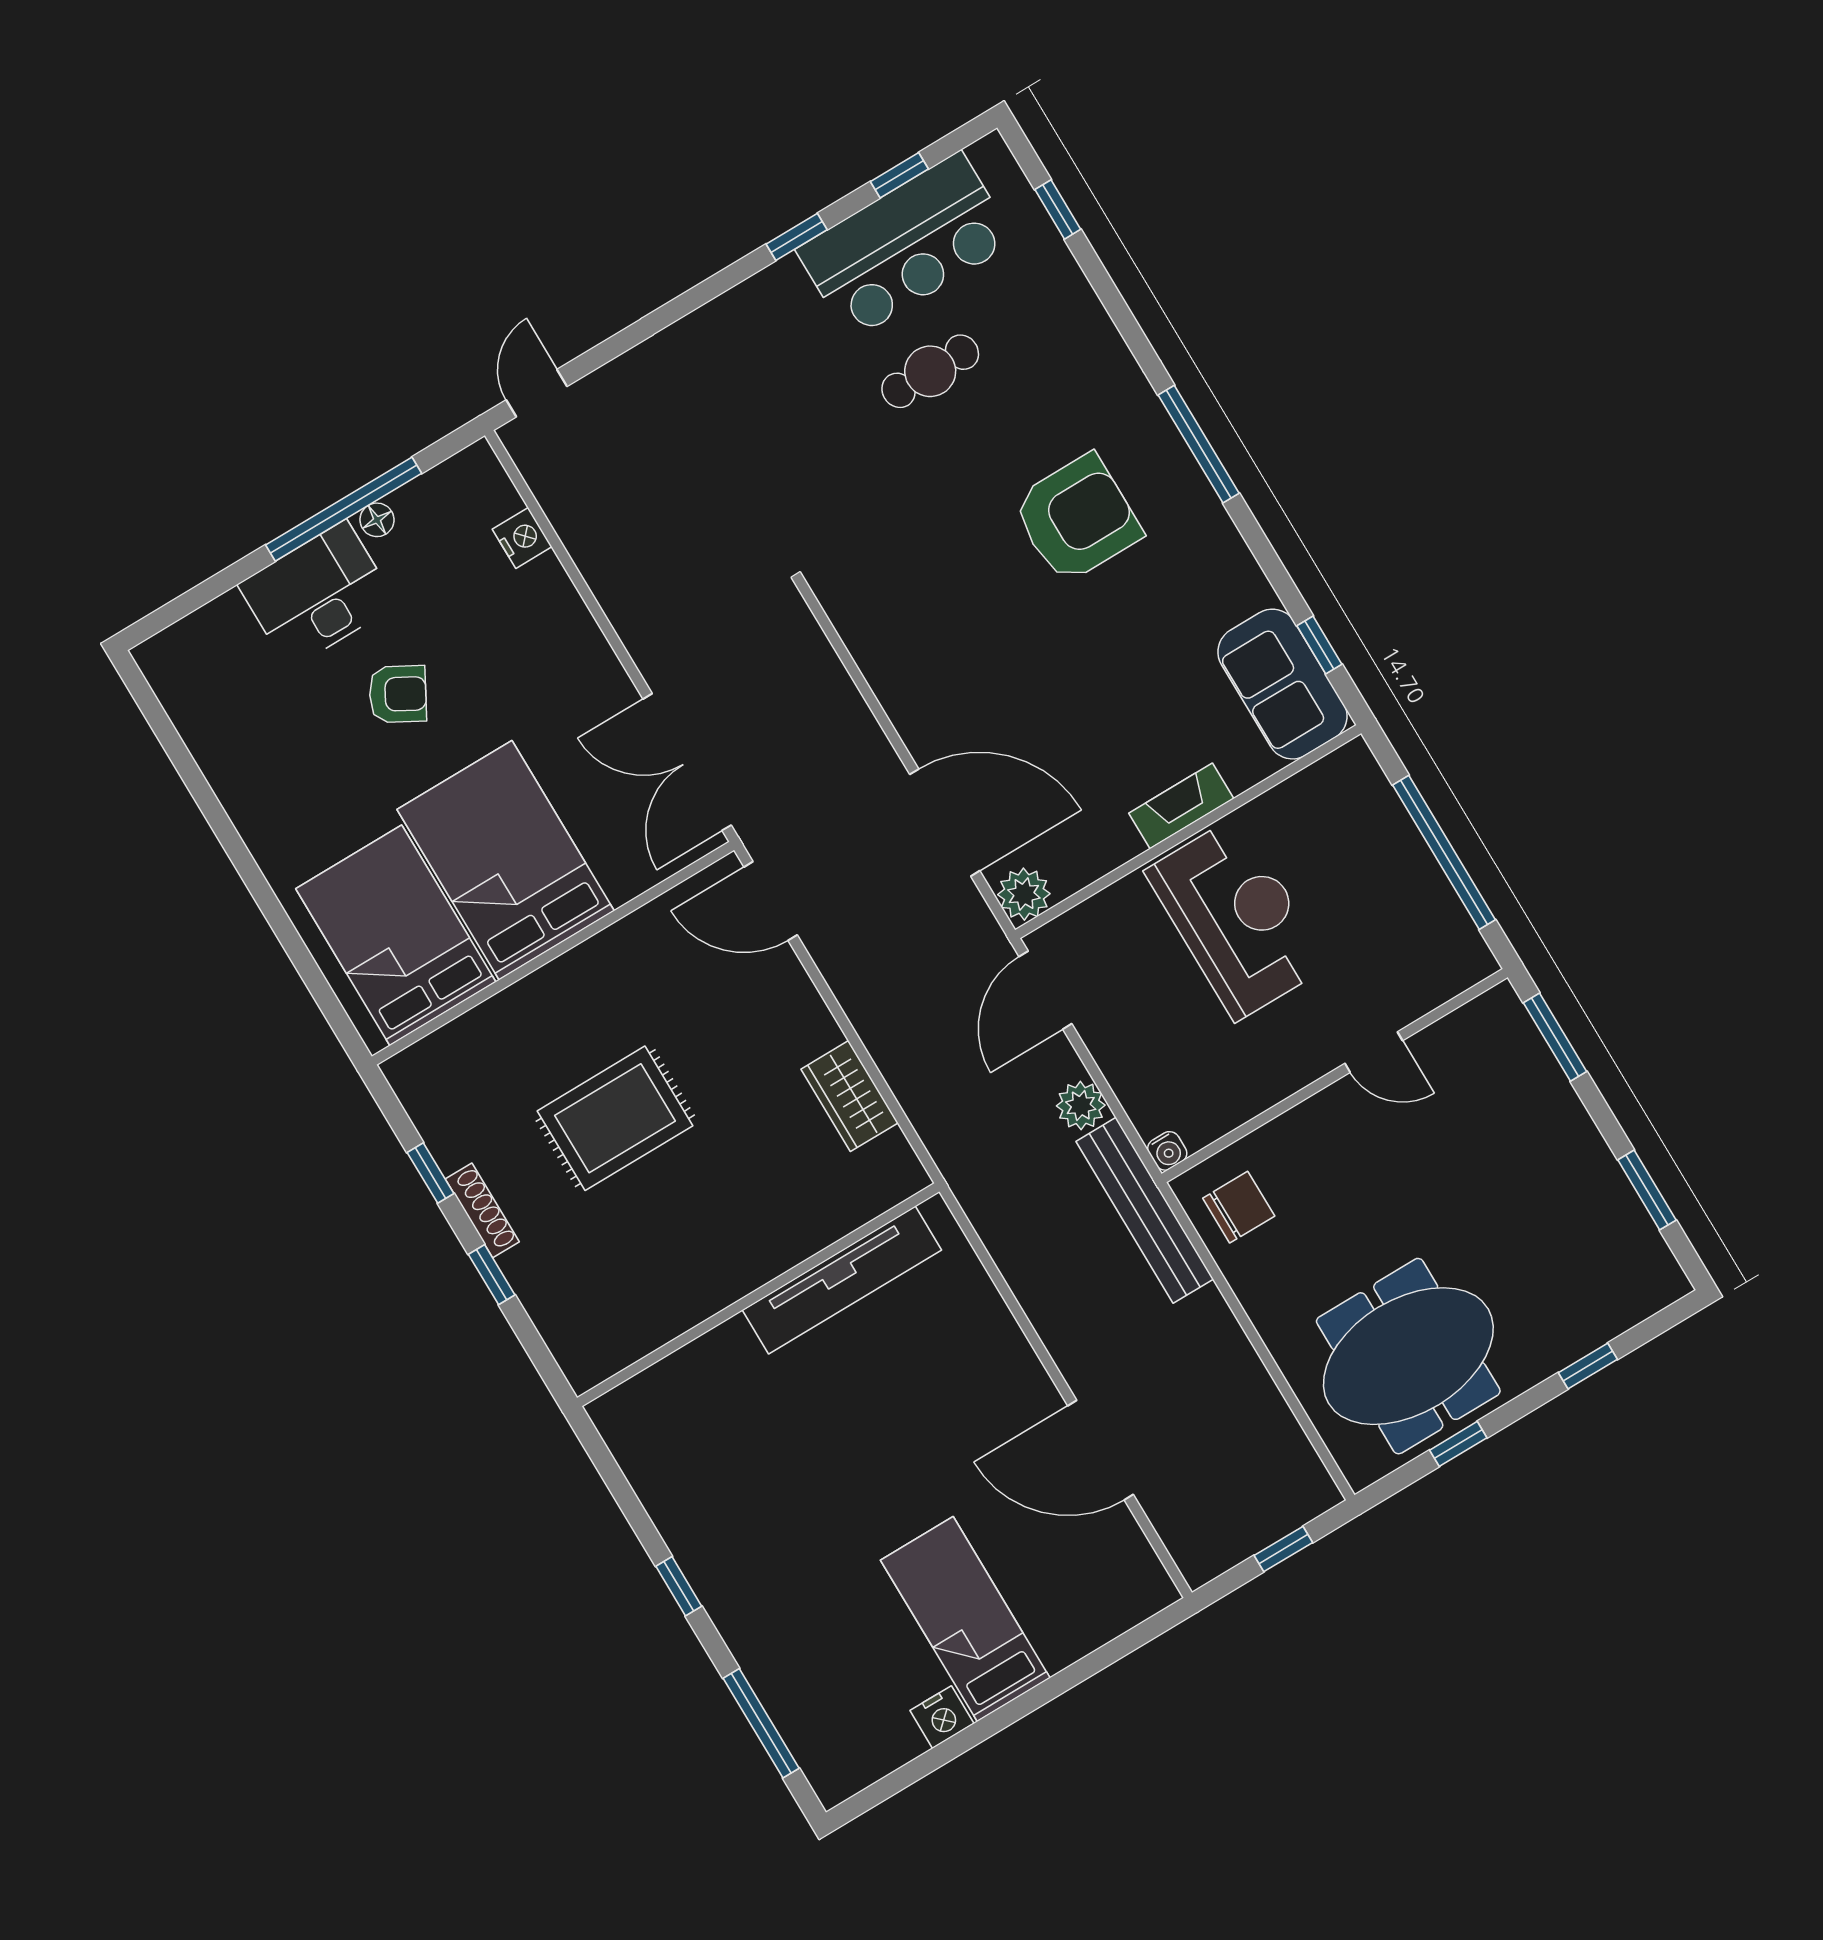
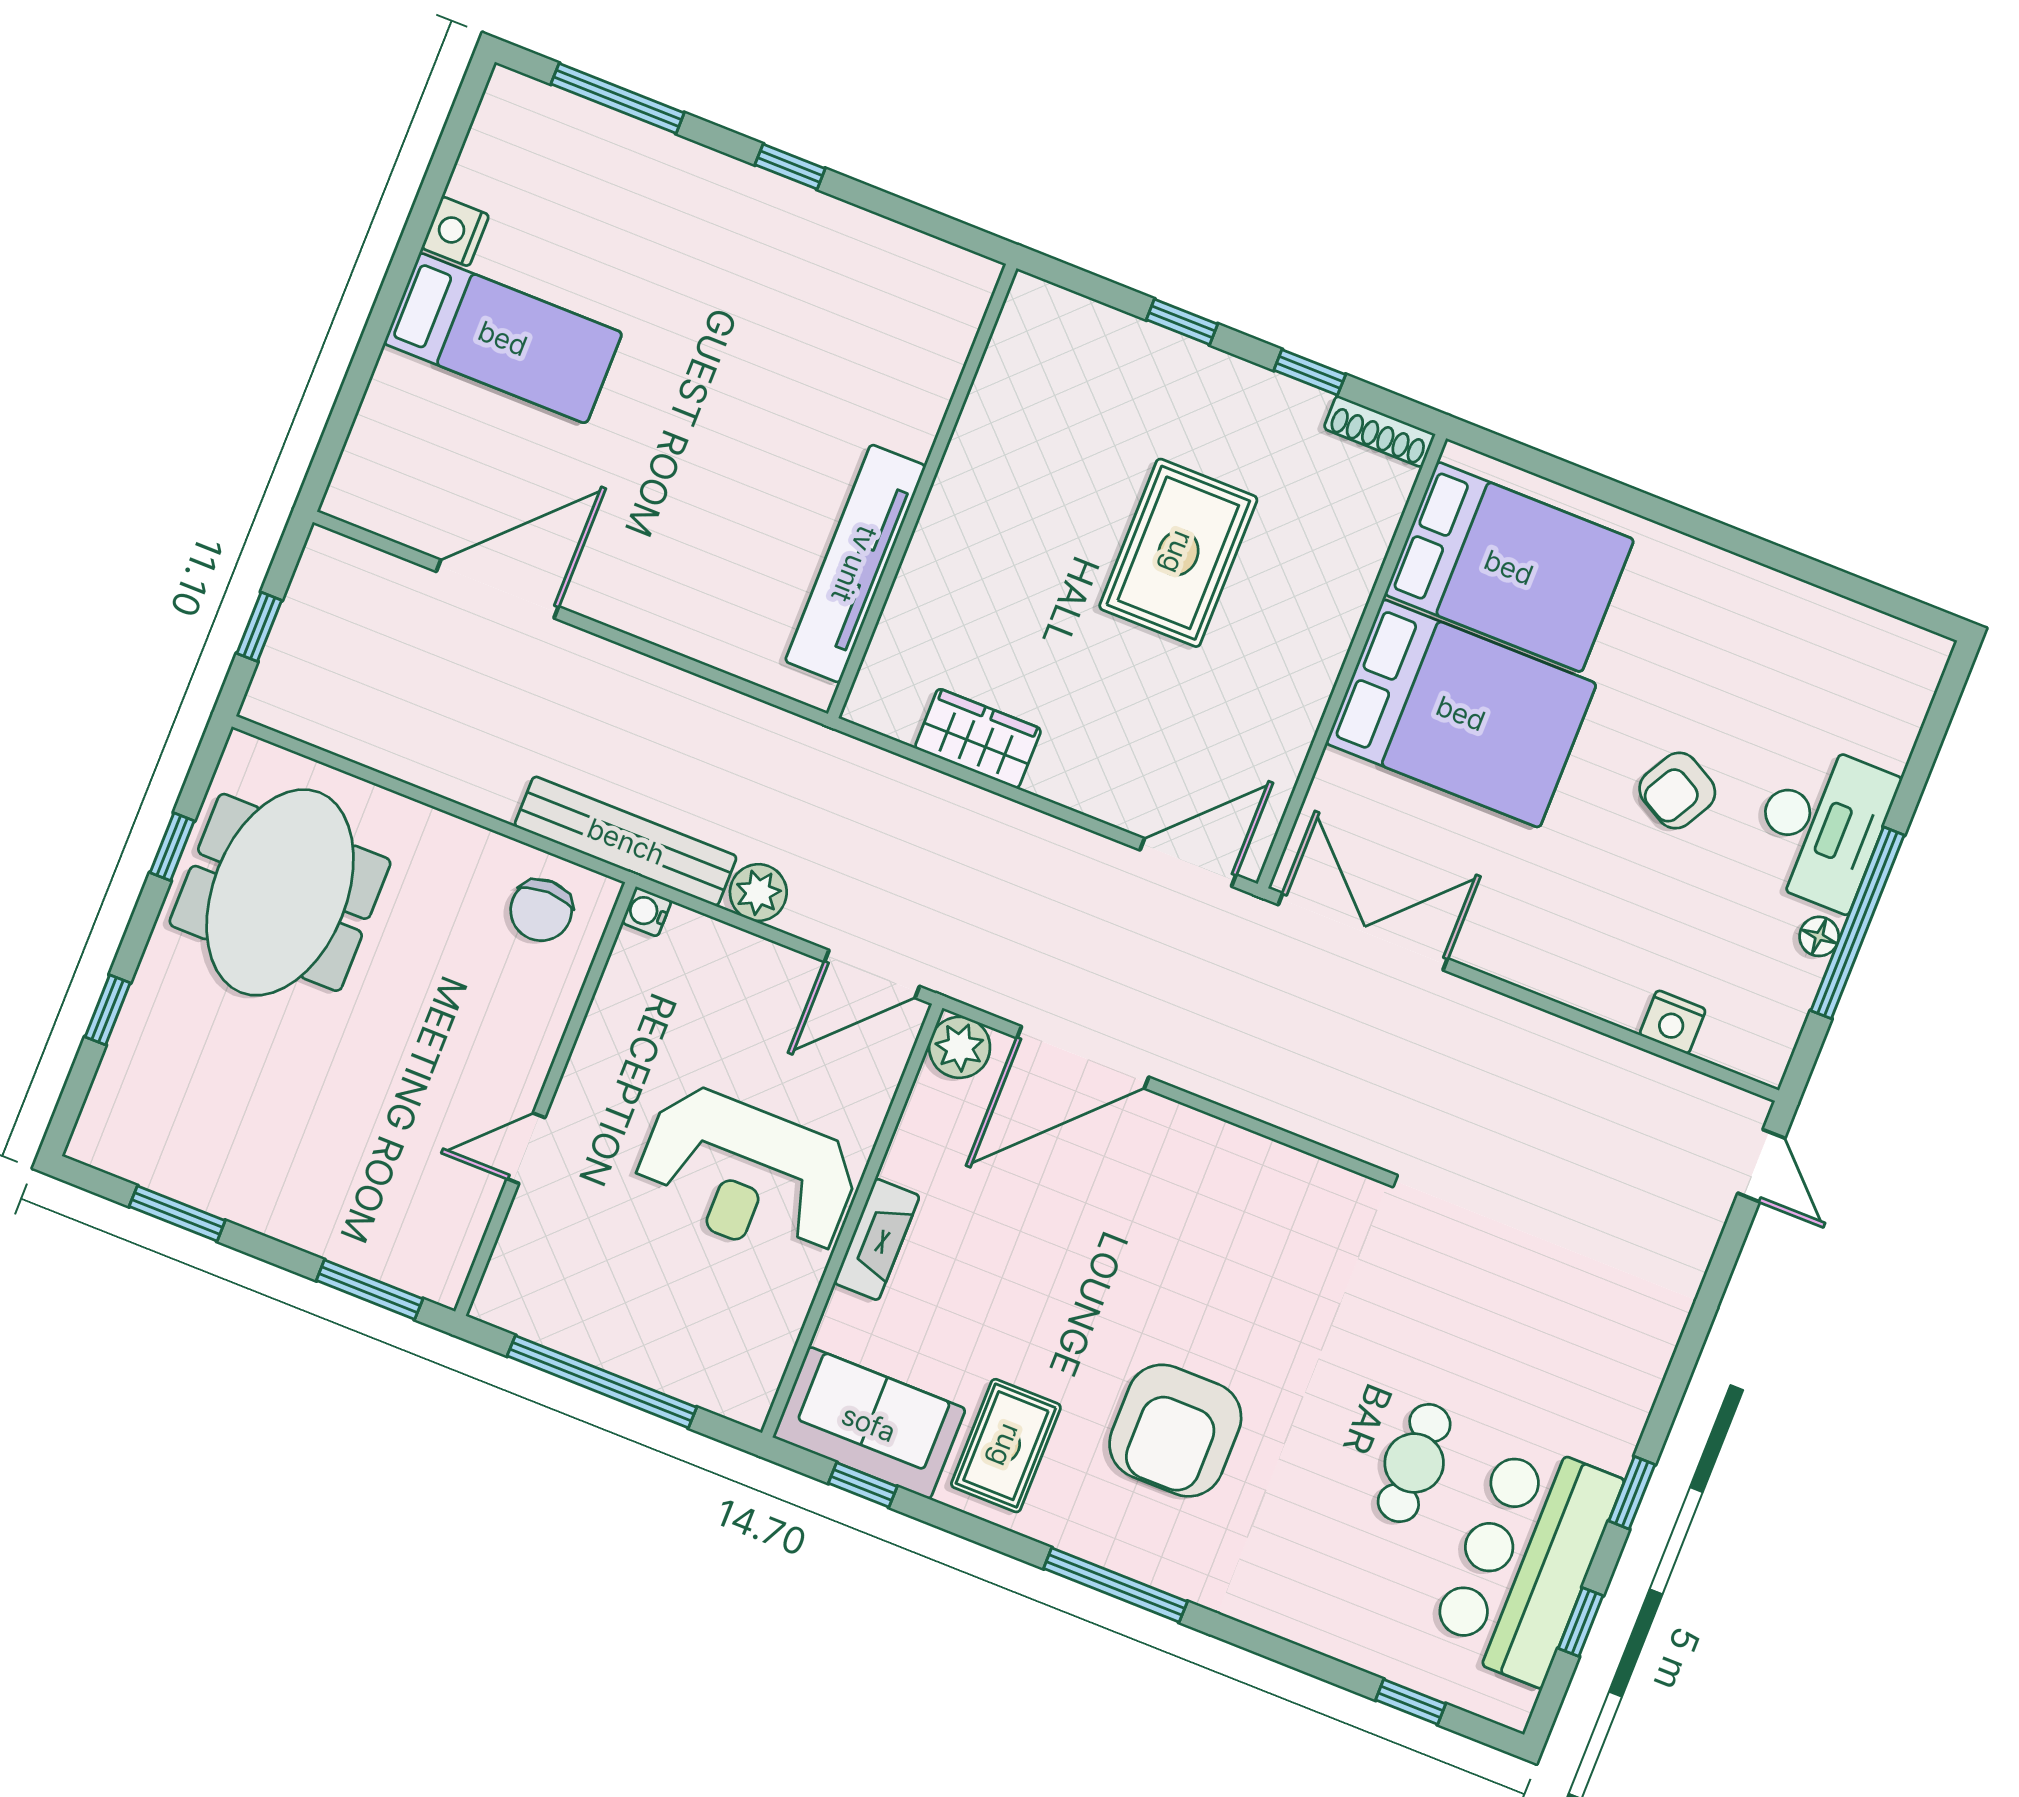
rug: (1201, 597) -> (1006, 1446), added
door: (1045, 990) -> (872, 974), swing flipped
shoe rack: (482, 1210) -> (1379, 431), moved

